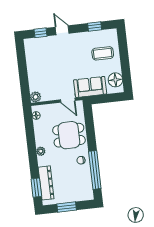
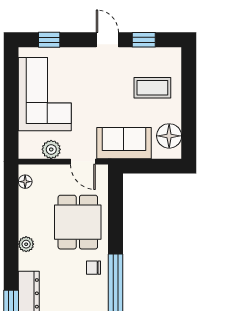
door: (62, 30) -> (107, 40), moved
corner sofa: (42, 64) -> (45, 94), added
plant: (36, 97) -> (51, 149), moved
dining table: (69, 135) -> (78, 222), turned 90

